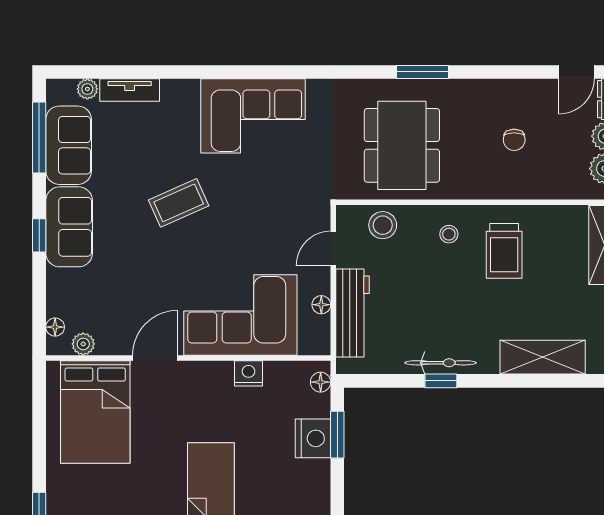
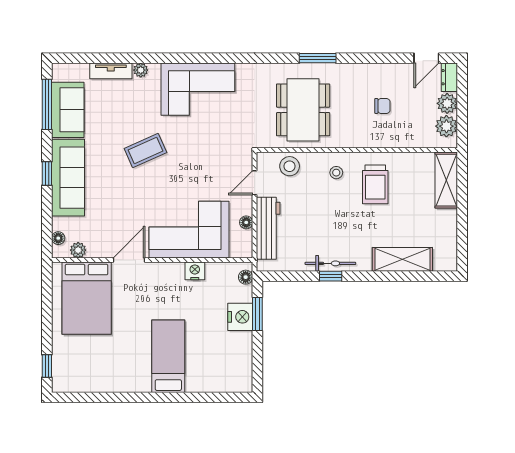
plant: (87, 89) -> (141, 70), moved
chair: (514, 140) -> (382, 106), turned -90
sofa: (69, 227) -> (68, 178), width x1.36

